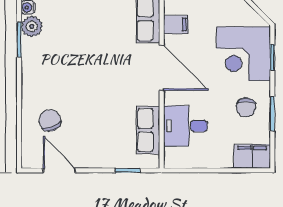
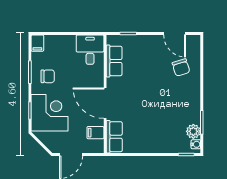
chair: (246, 107) -> (48, 76), turned 90
desk: (185, 126) -> (90, 50), moved, turned -90
filing cabinet: (252, 156) -> (37, 43), width x0.50

